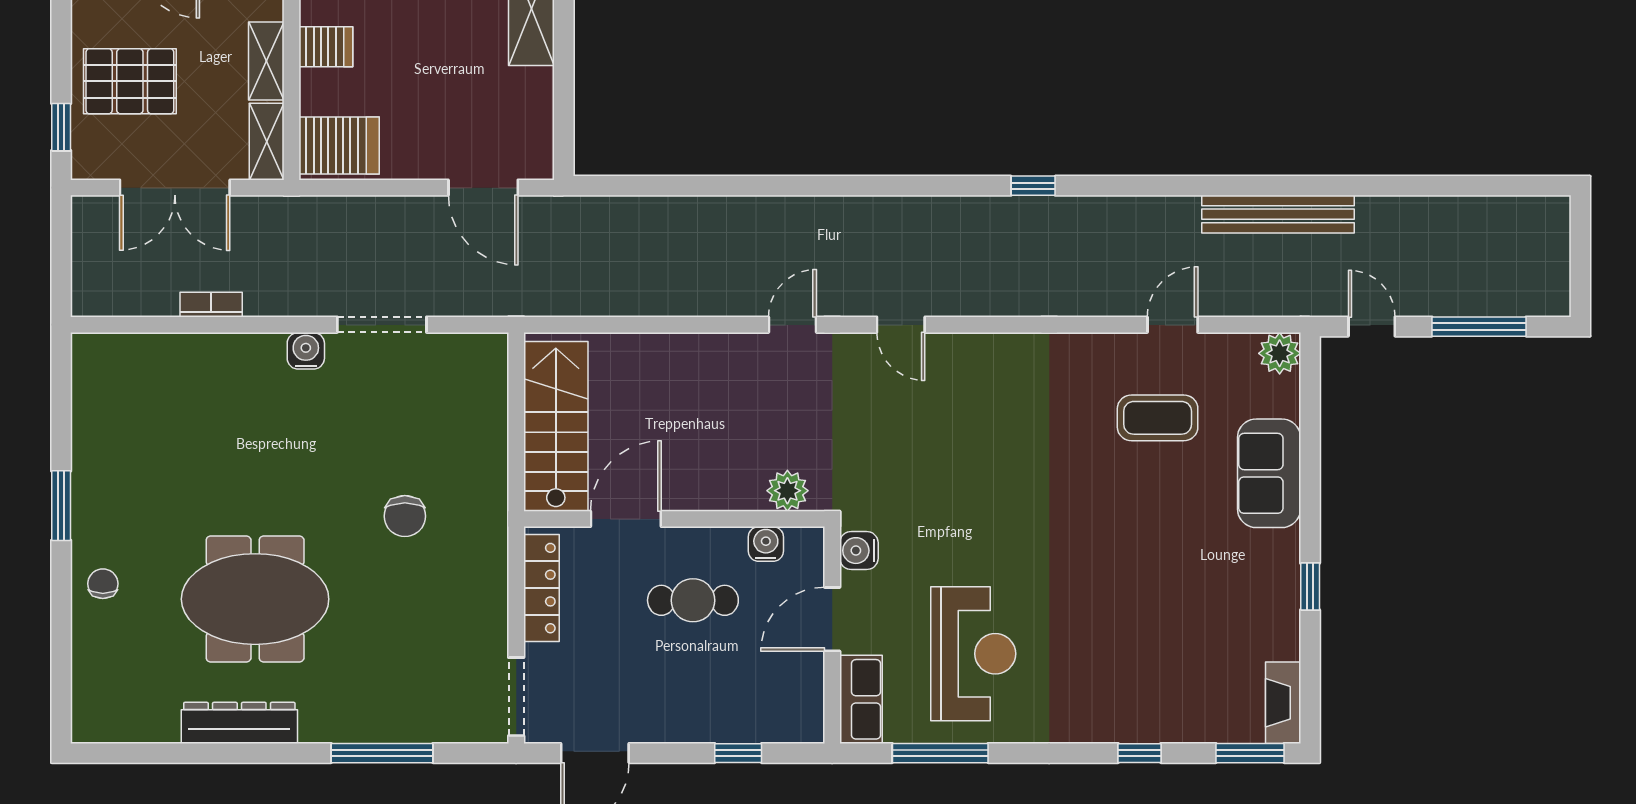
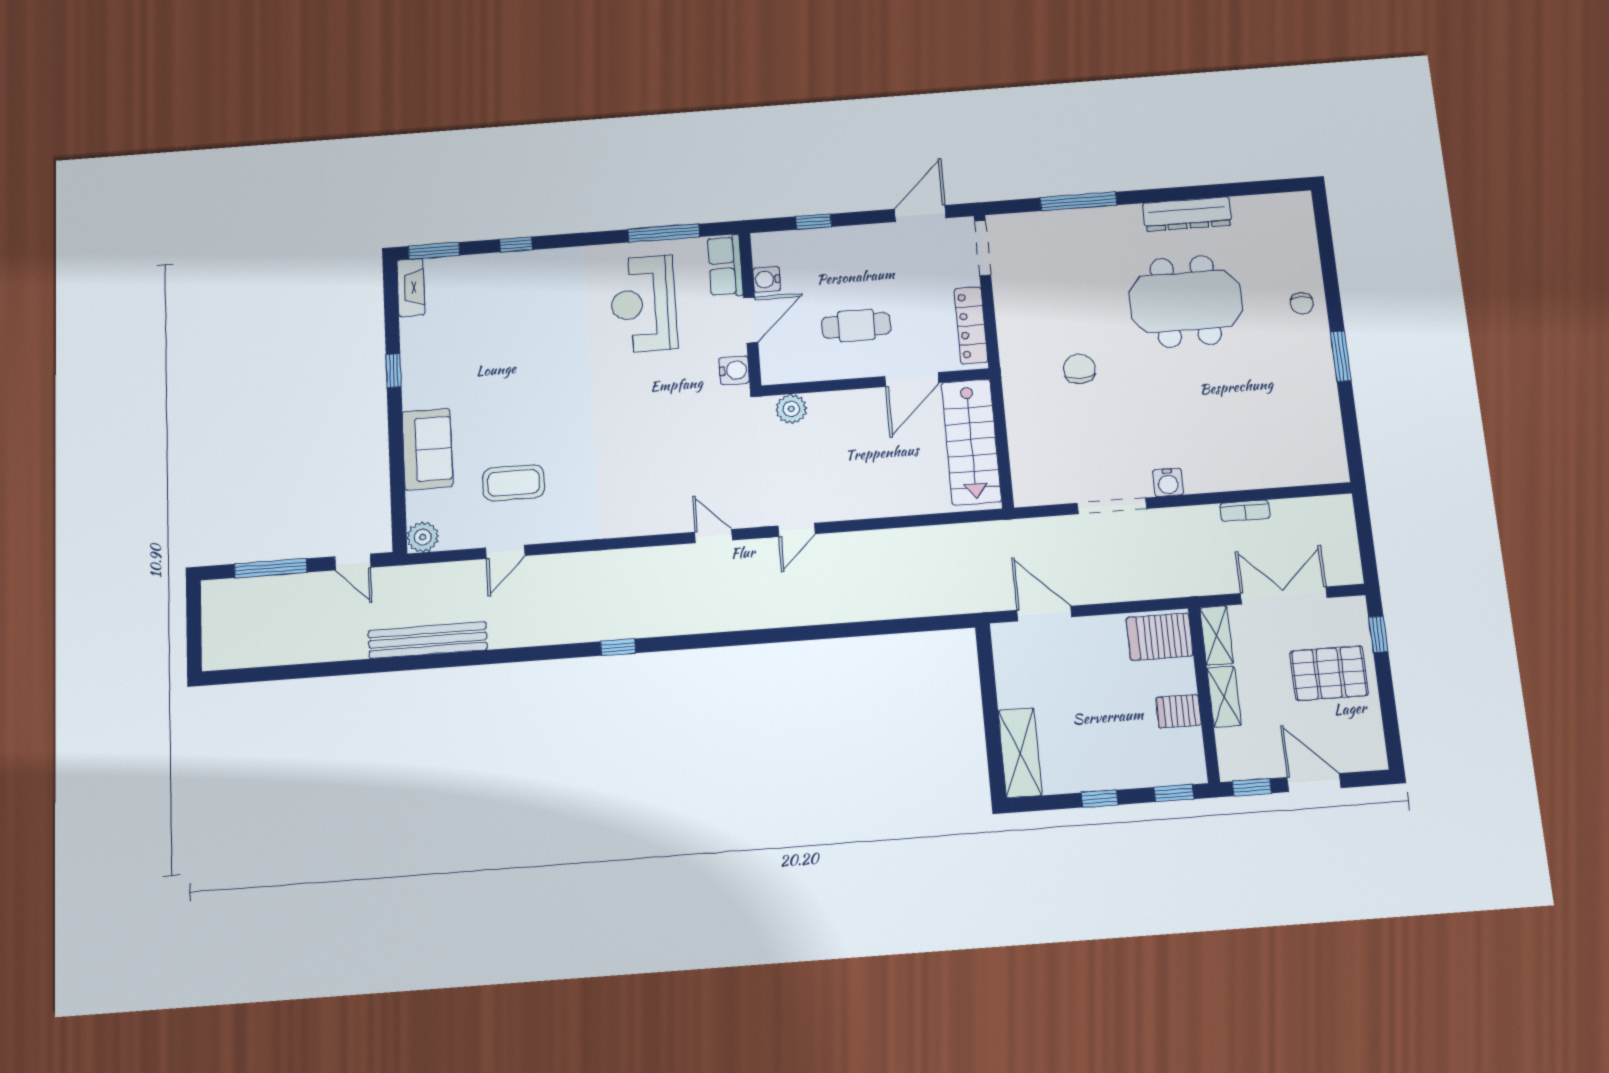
water cooler: (766, 544) -> (767, 279), moved, turned 90

